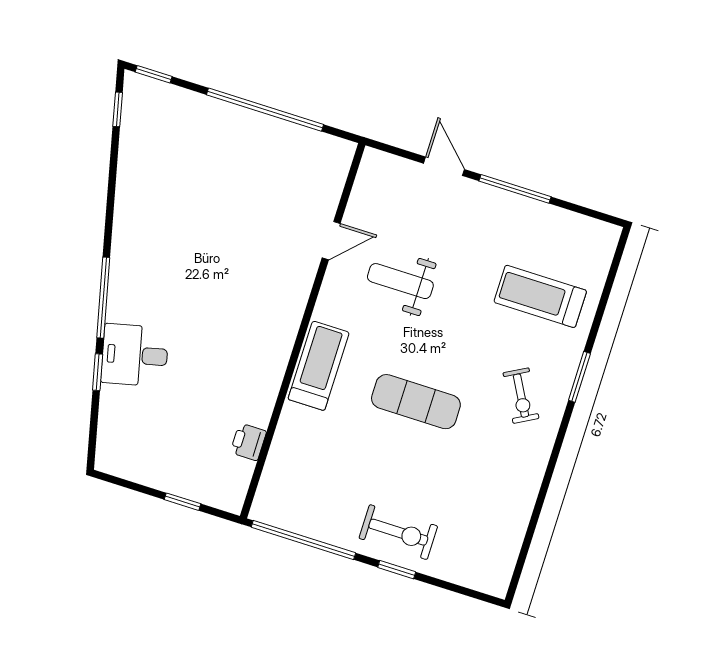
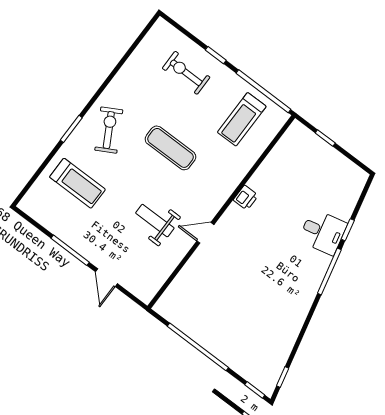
door: (331, 241) -> (205, 233), moved
weight bench: (400, 281) -> (155, 221), turned 180
treadmill: (319, 366) -> (242, 119), moved
exercise bike: (521, 396) -> (109, 130), width x1.38, depth x1.39
printer: (248, 442) -> (246, 198), moved
exercise bike: (398, 532) -> (186, 73), moved

